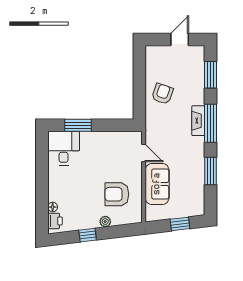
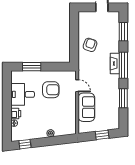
desk: (64, 148) -> (23, 94), moved, turned -90
armchair: (117, 194) -> (51, 90), moved, turned 180
printer: (55, 221) -> (16, 114), moved
window: (88, 235) -> (25, 144), moved

